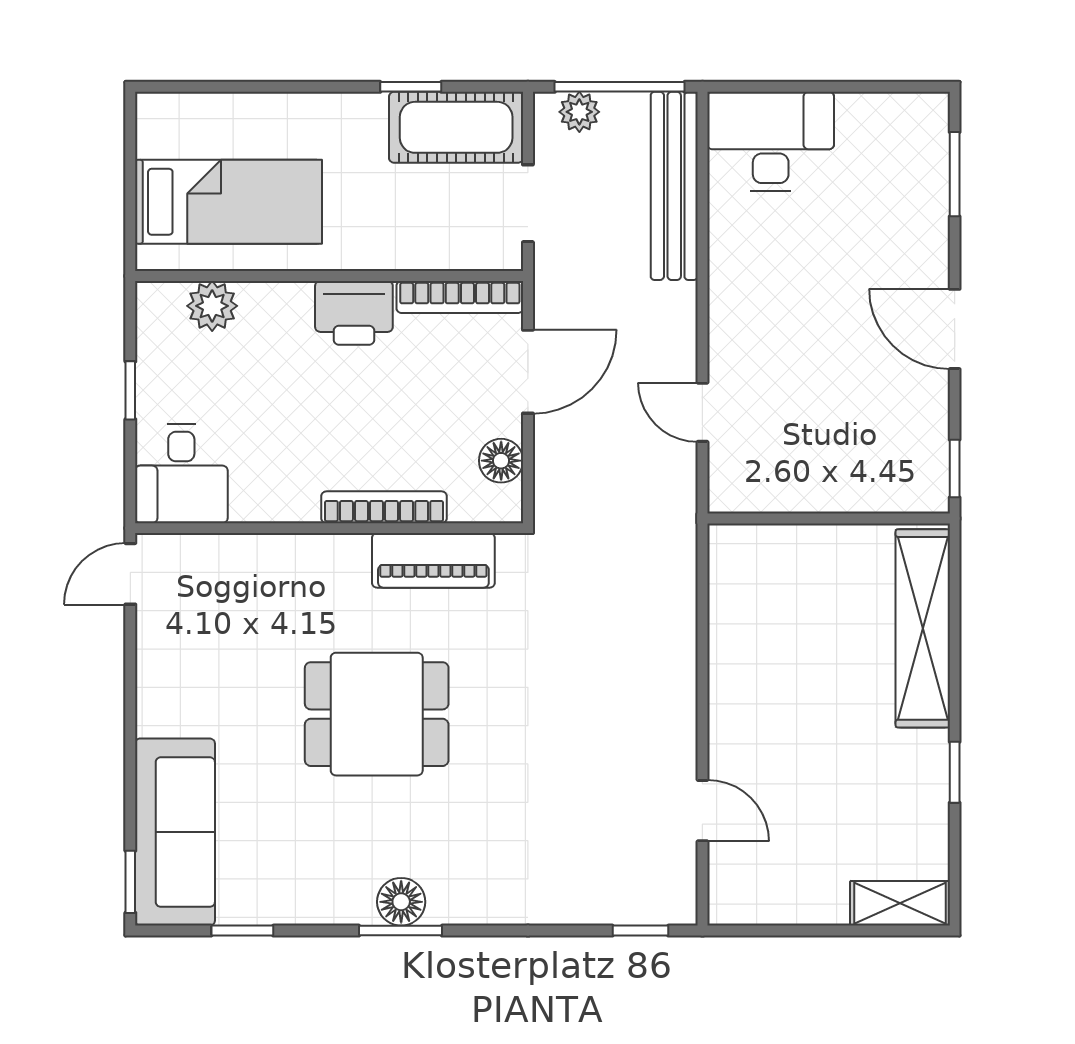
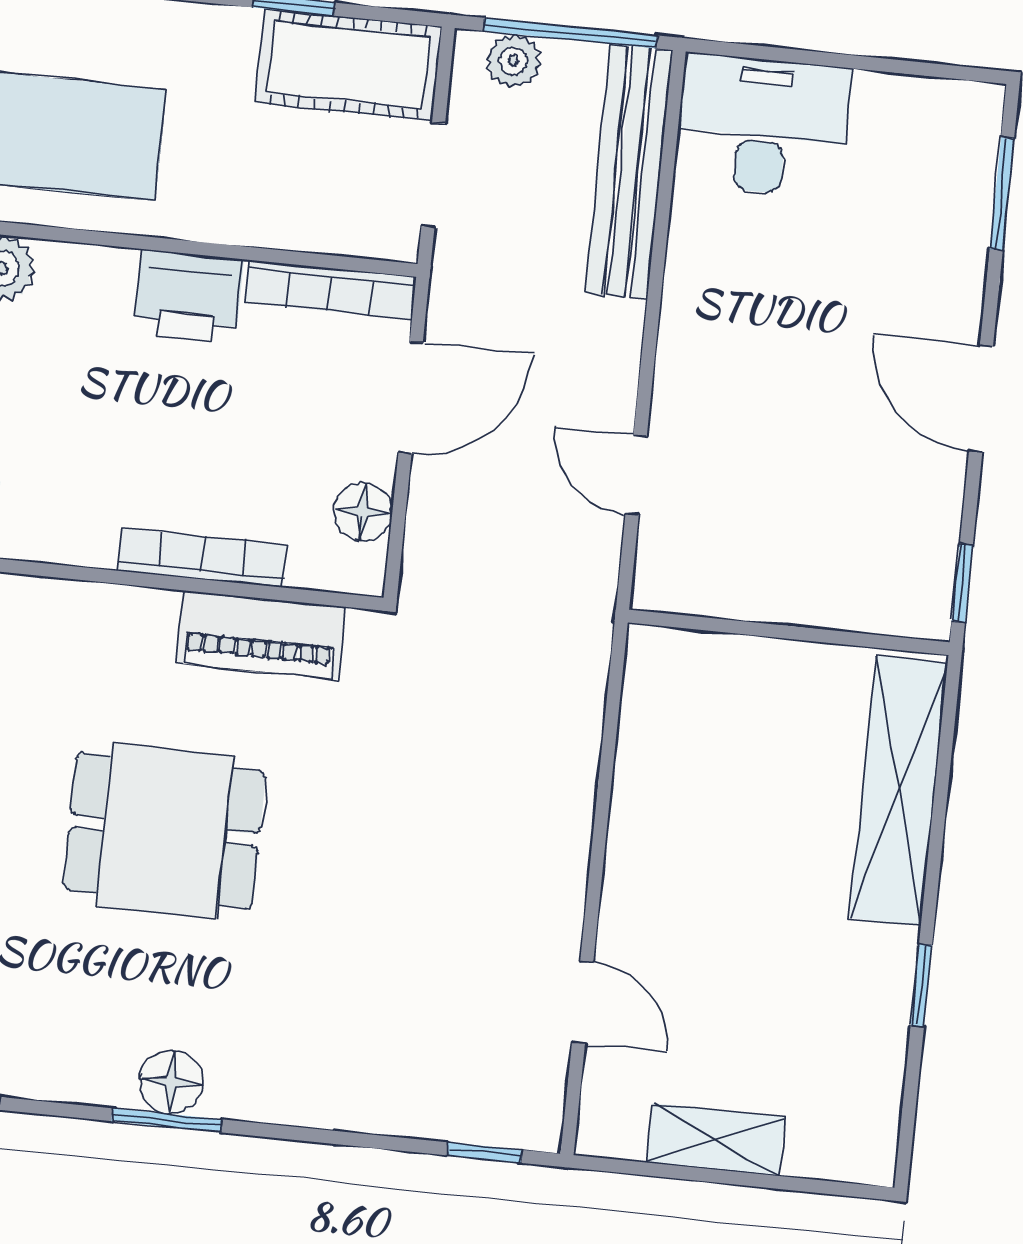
shelving: (900, 903) -> (716, 1140), moved

